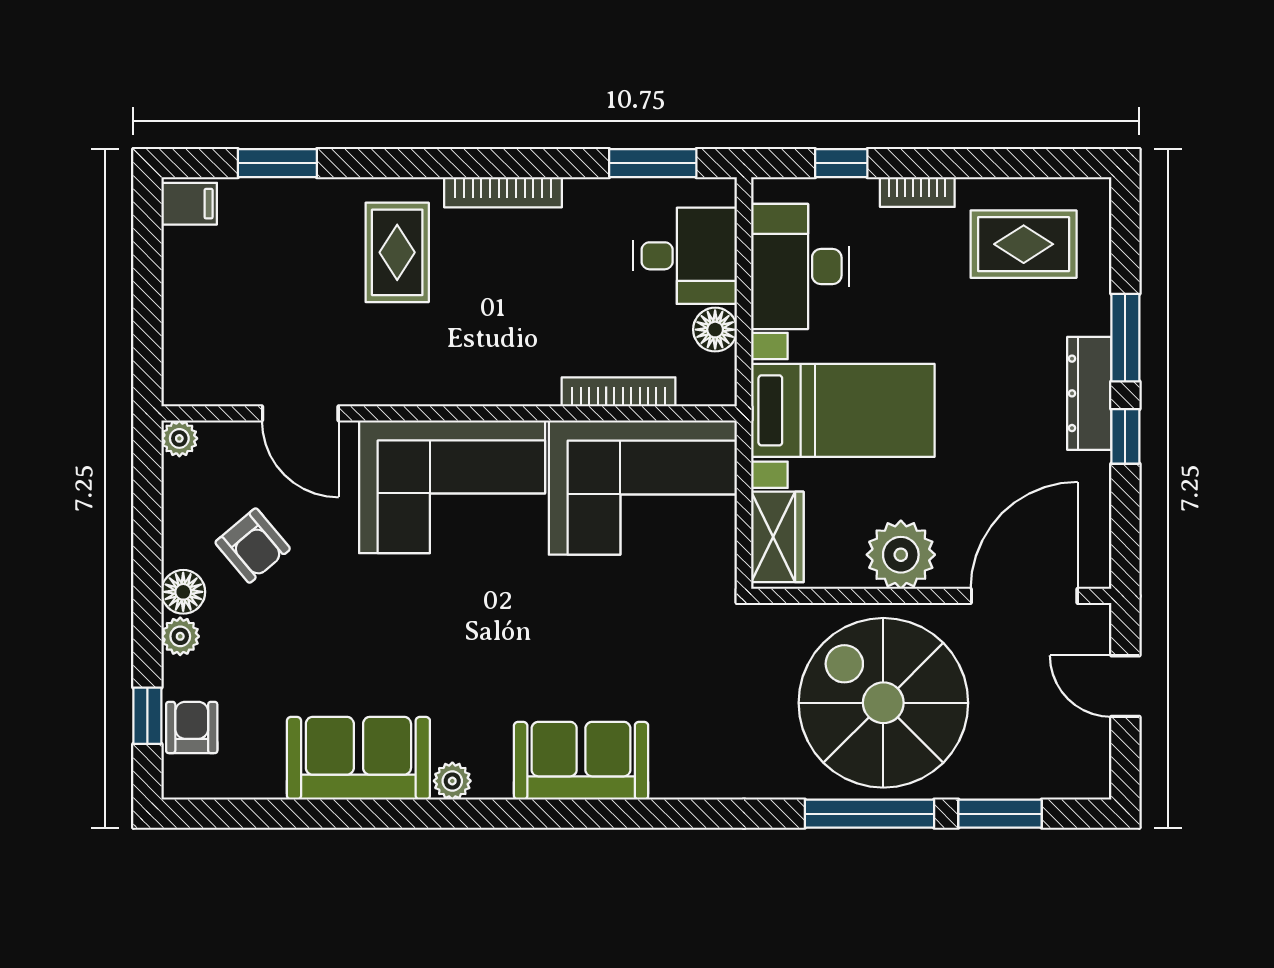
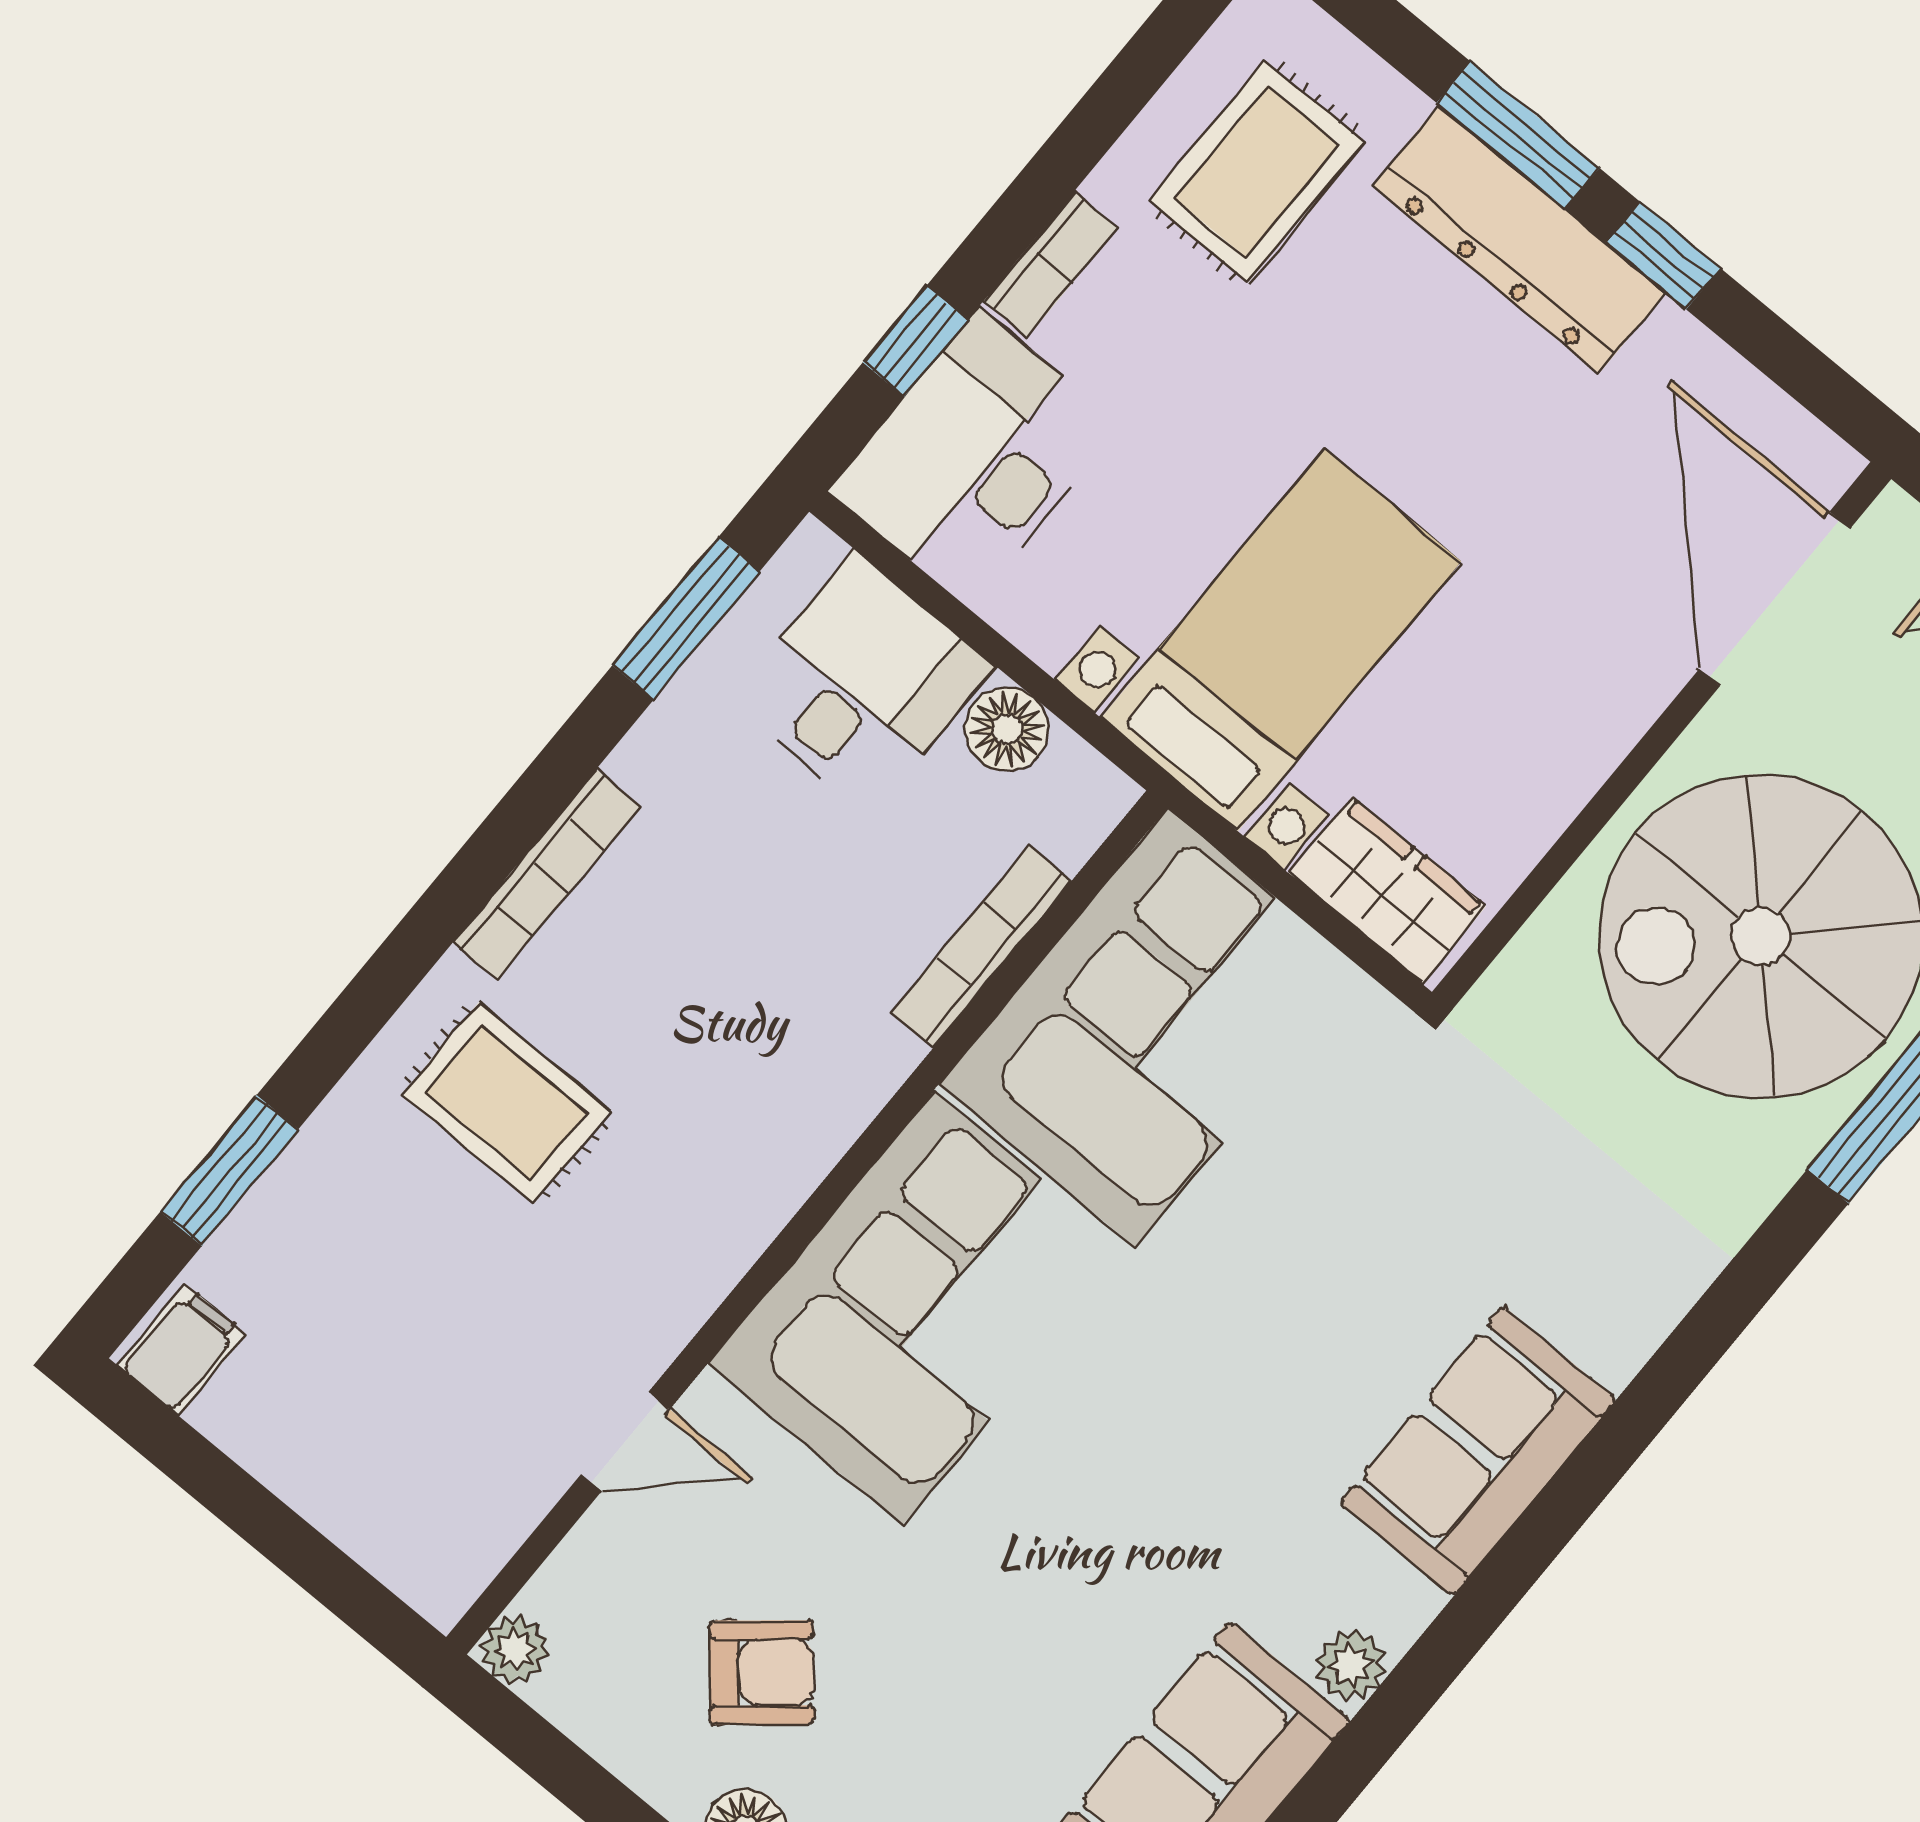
desk: (800, 266) -> (975, 459), moved, turned 90
dresser: (1089, 393) -> (1519, 239), width x1.37, depth x1.24
door: (300, 413) -> (625, 1442), width x0.73
plant: (901, 555) -> (1564, 730), removed

